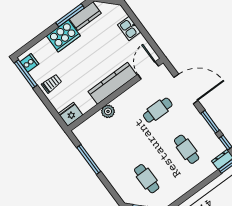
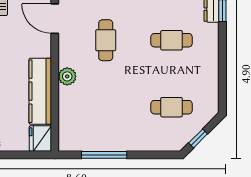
kitchen counter: (112, 83) -> (40, 91), moved
plant: (108, 111) -> (67, 76), moved

